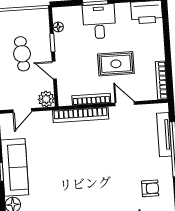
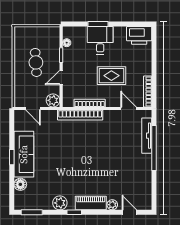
door: (54, 70) -> (61, 78), hinge flipped
door: (125, 104) -> (129, 108), moved
door: (22, 111) -> (33, 108), hinge flipped
armchair: (150, 188) -> (133, 179), removed

